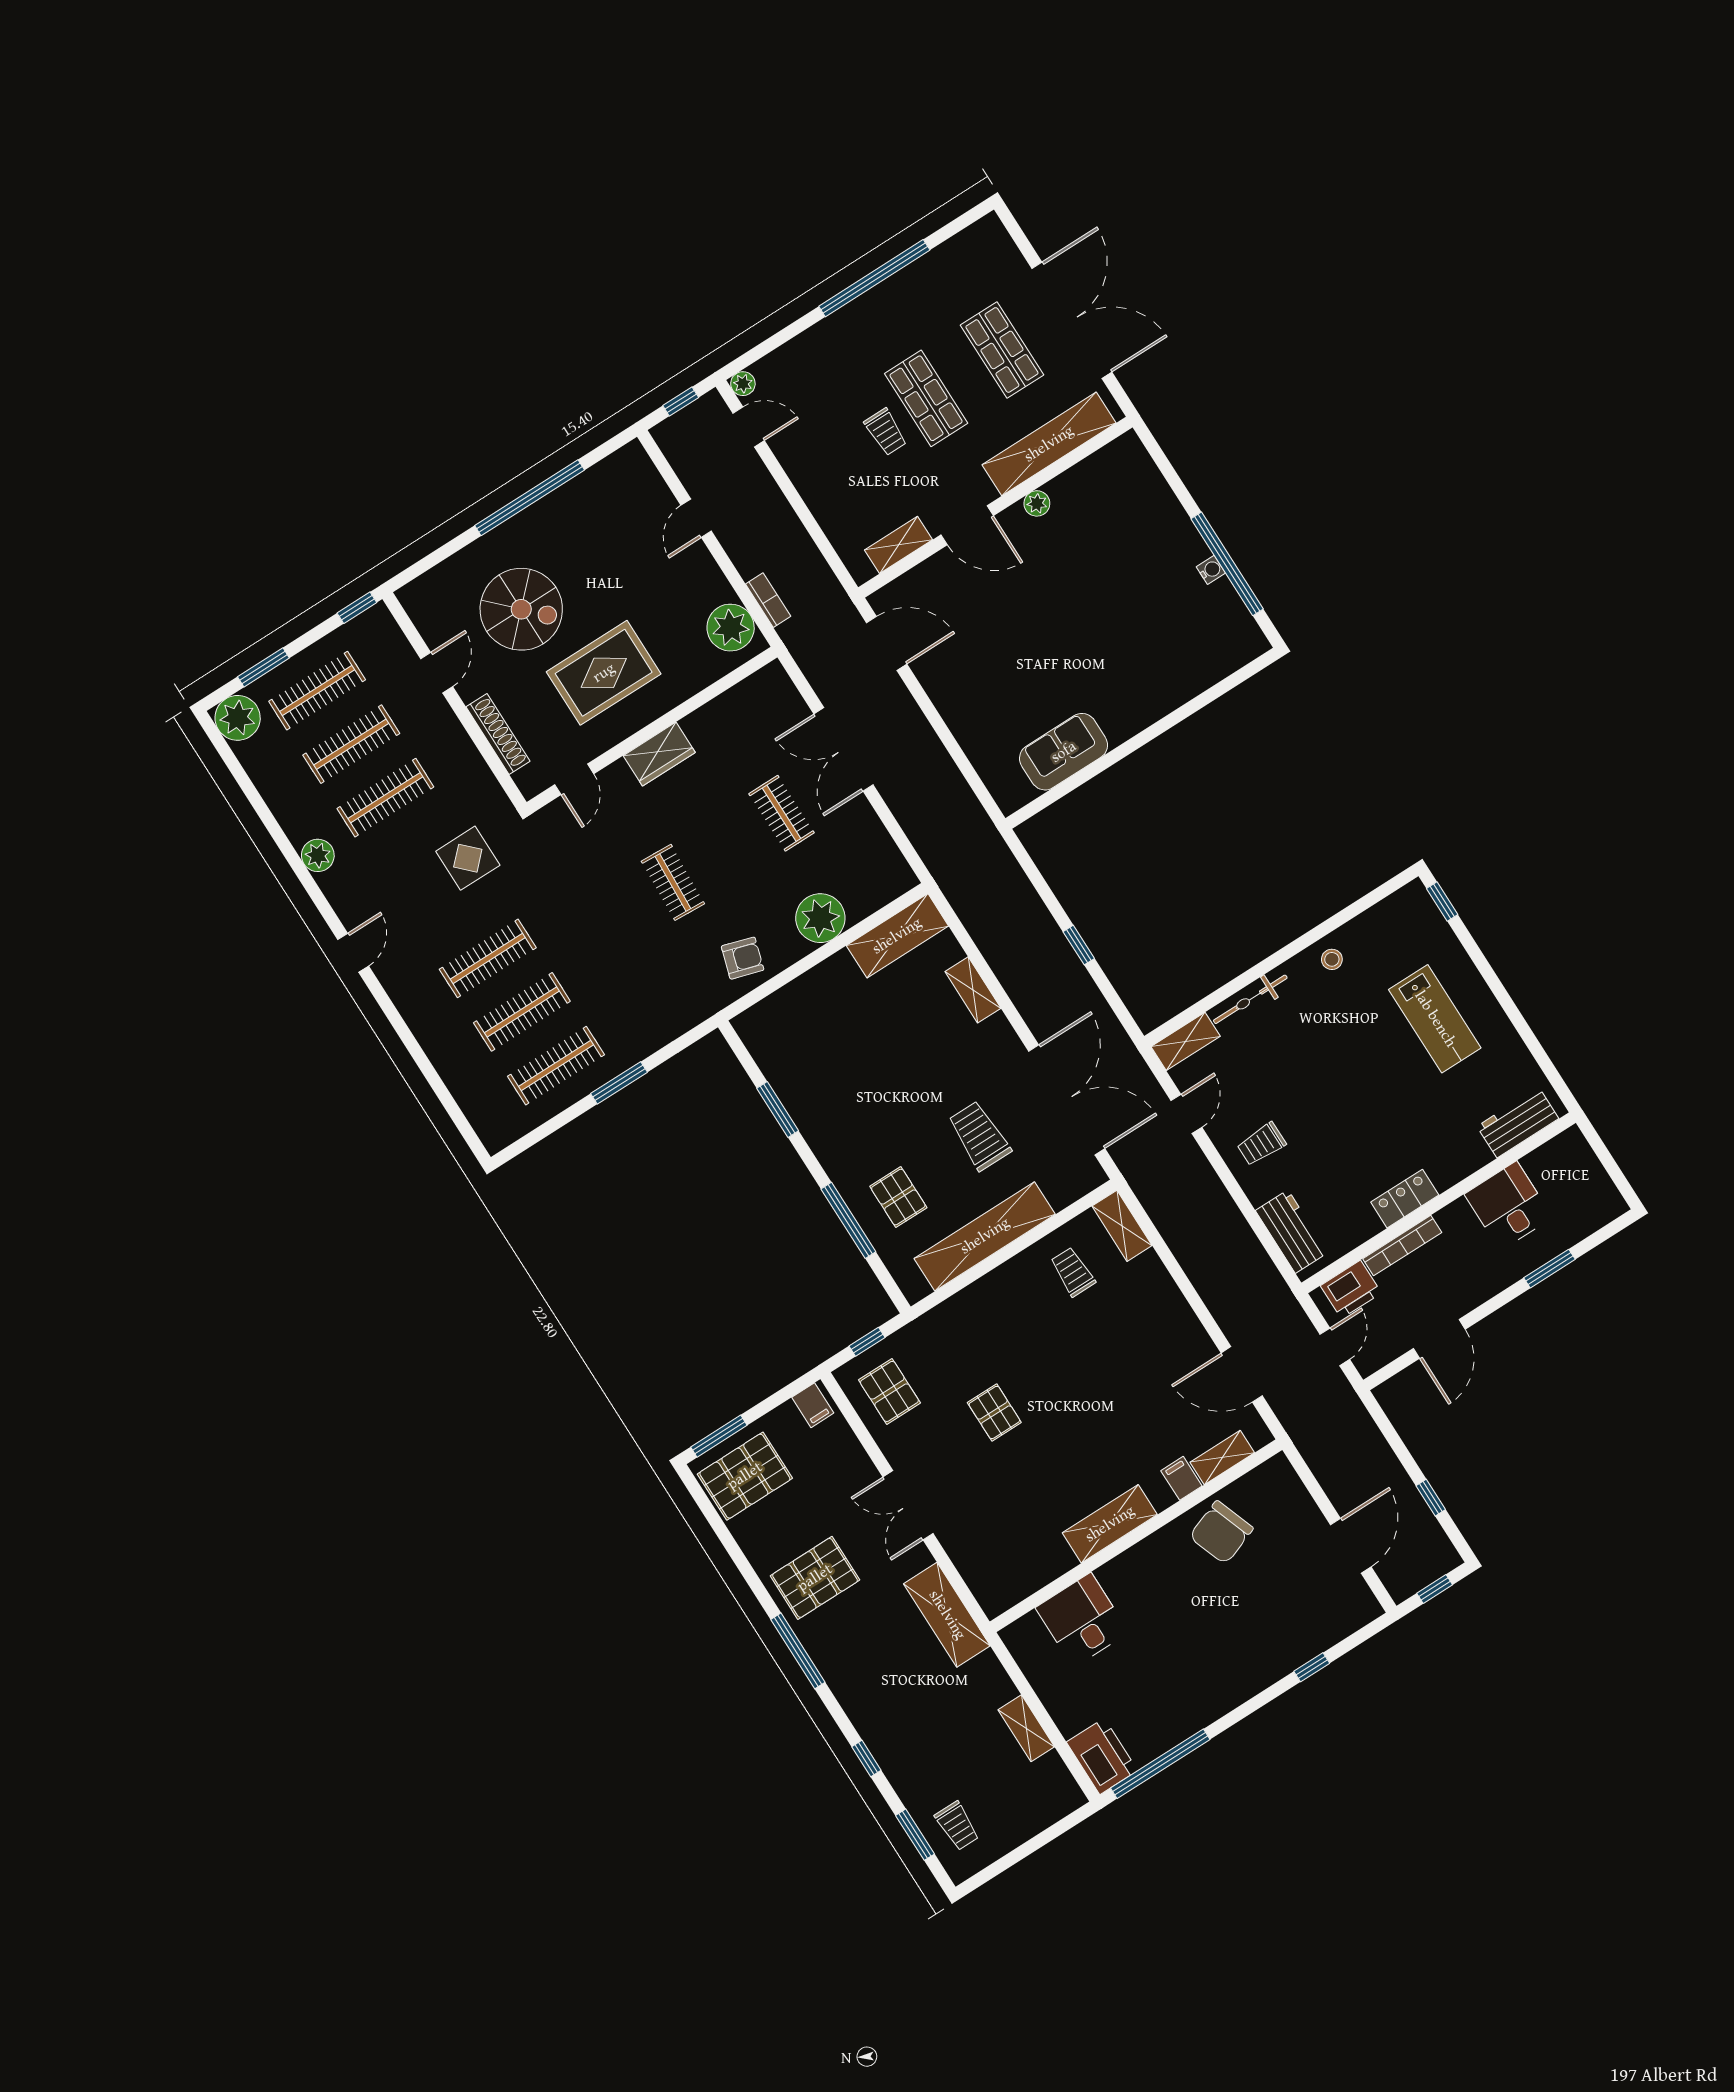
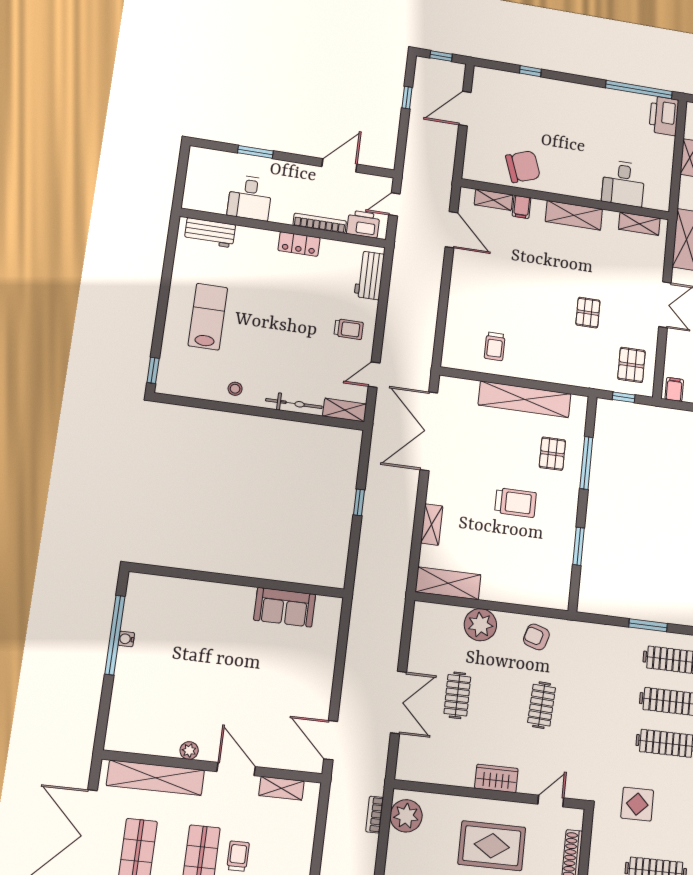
trolley: (979, 1136) -> (516, 503), moved, turned -90
shelving: (1122, 1226) -> (639, 224), moved, turned 90

